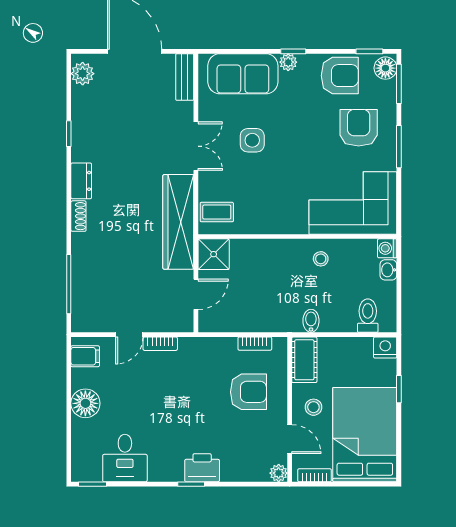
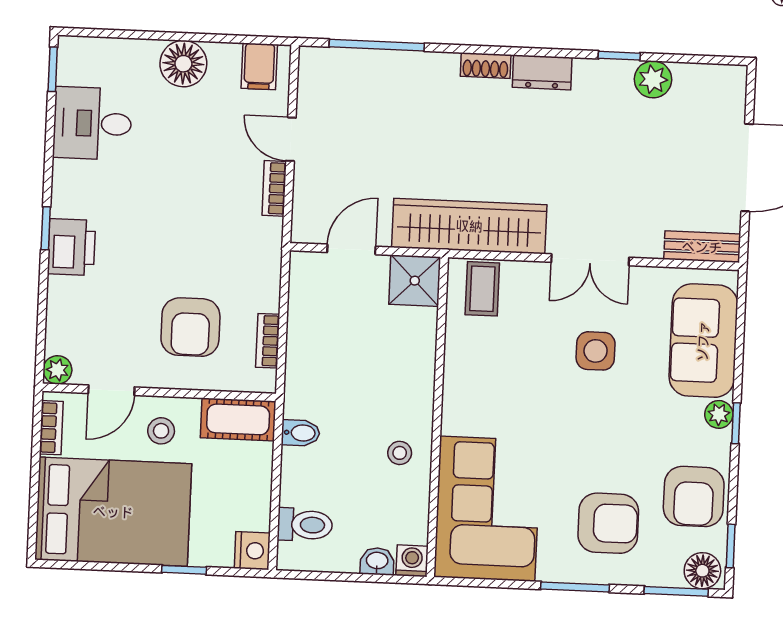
plant: (83, 74) -> (653, 79), moved
door: (196, 294) -> (351, 249), swing flipped

